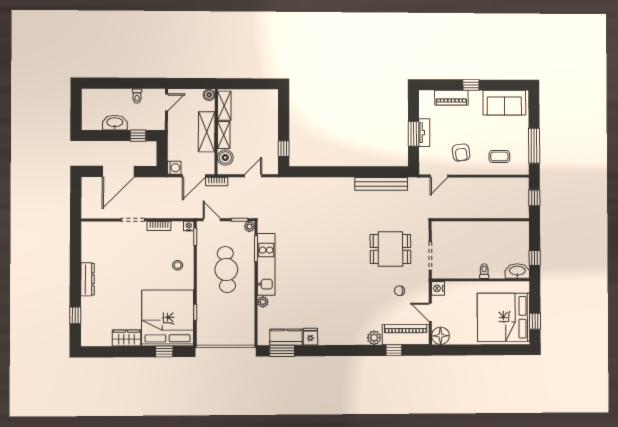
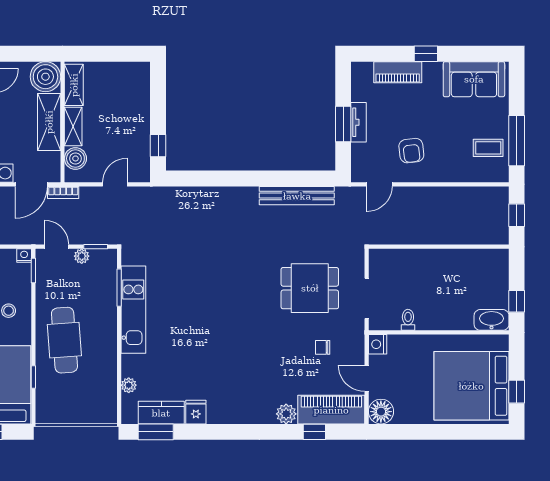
boiler: (209, 95) -> (45, 77), width x1.86, depth x1.86
coffee table: (499, 156) -> (488, 148), moved
plant: (249, 226) -> (82, 256), moved
cafe table: (226, 270) -> (64, 340), moved
toilet: (484, 271) -> (408, 320), moved
plant: (263, 302) -> (129, 385), moved

